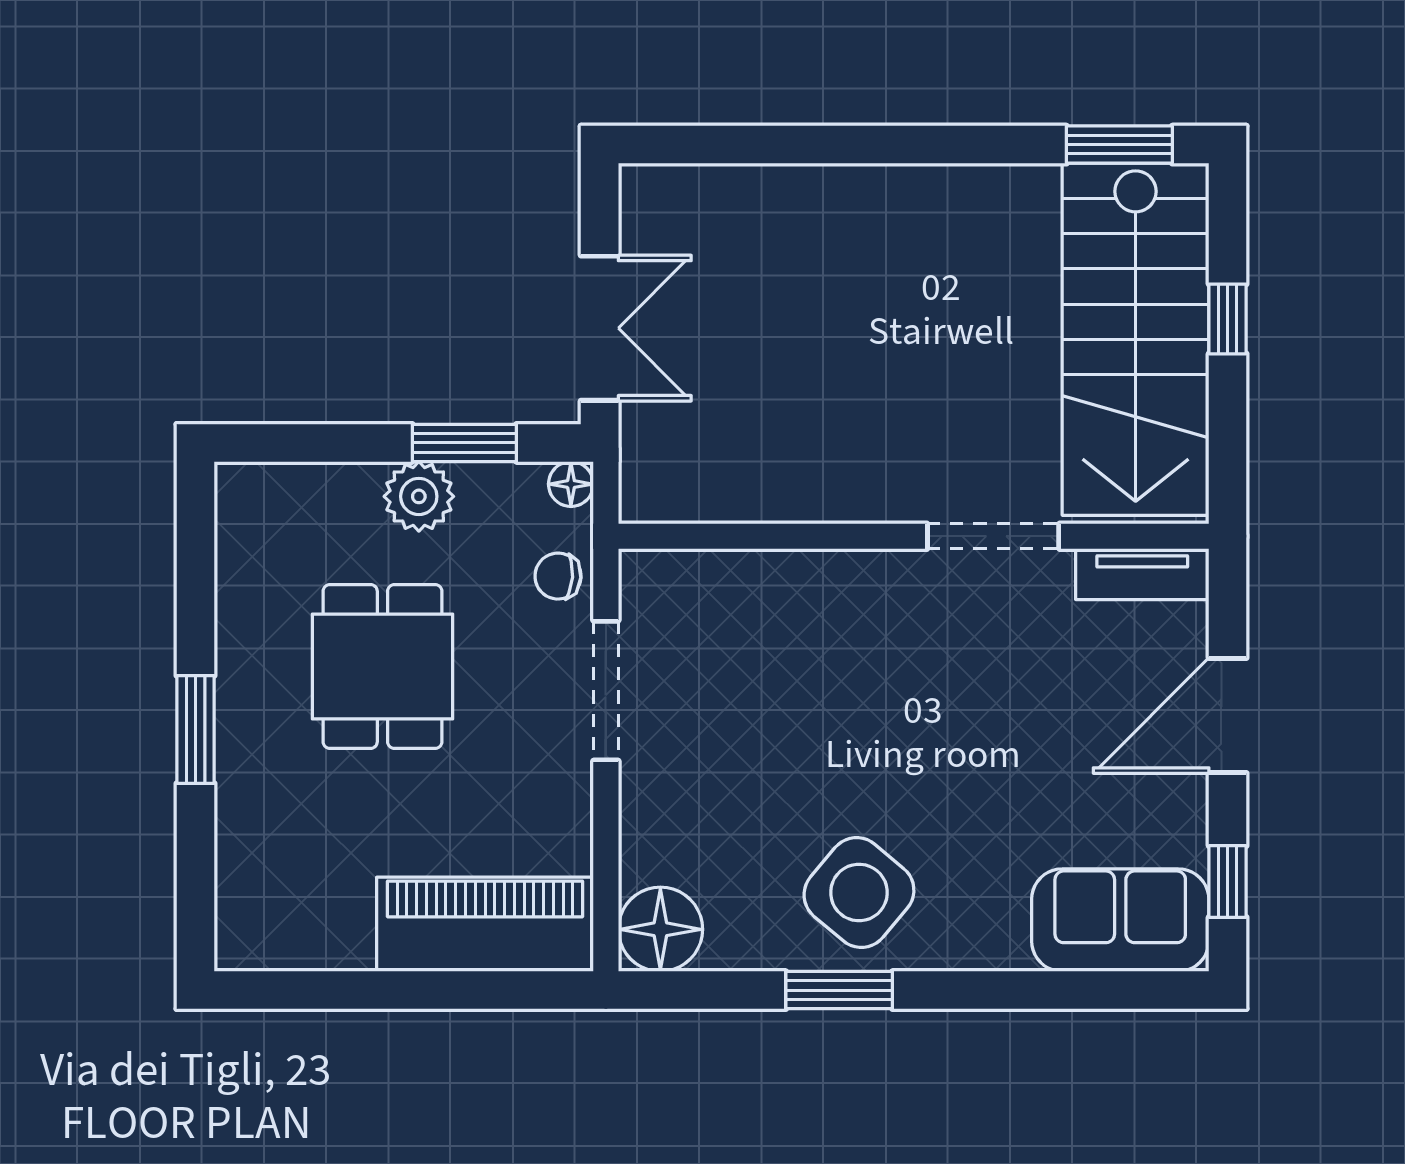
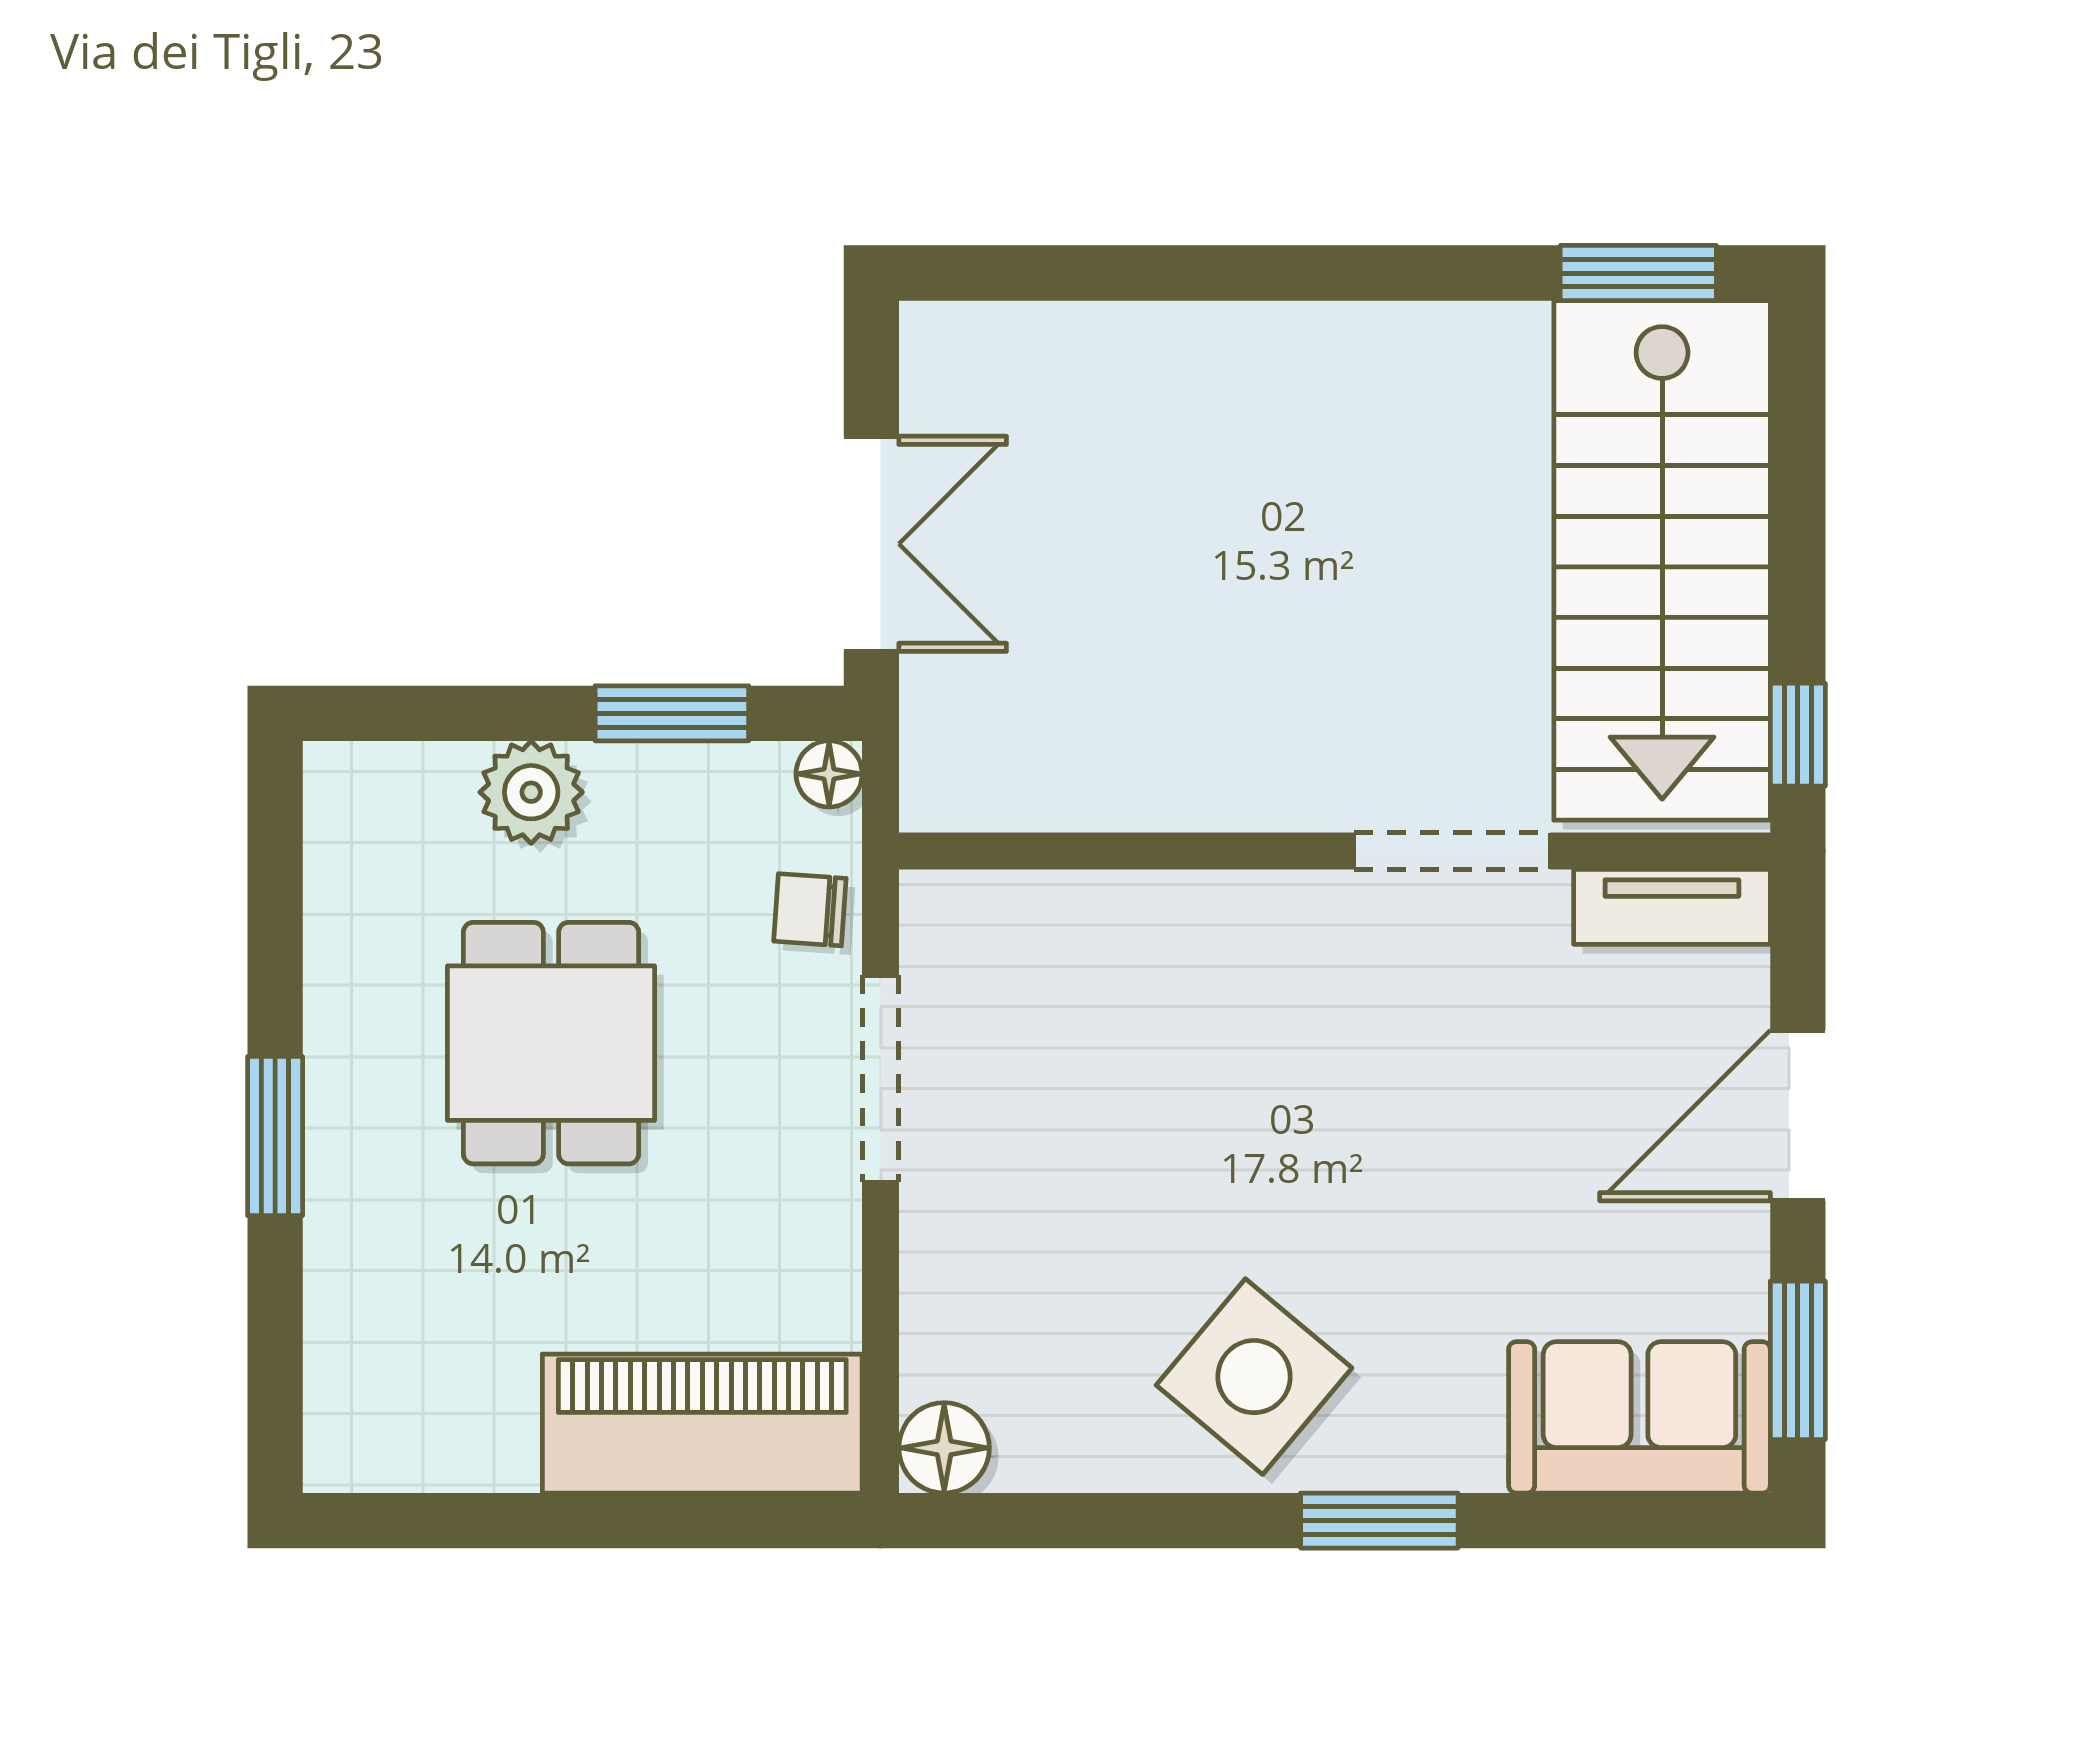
window: (1228, 319) -> (1798, 735), moved
plant: (419, 496) -> (531, 792), moved
window: (1228, 881) -> (1798, 1360), width x1.50
floor lamp: (660, 929) -> (944, 1448), width x0.73, depth x0.73
window: (839, 990) -> (1379, 1521), moved

